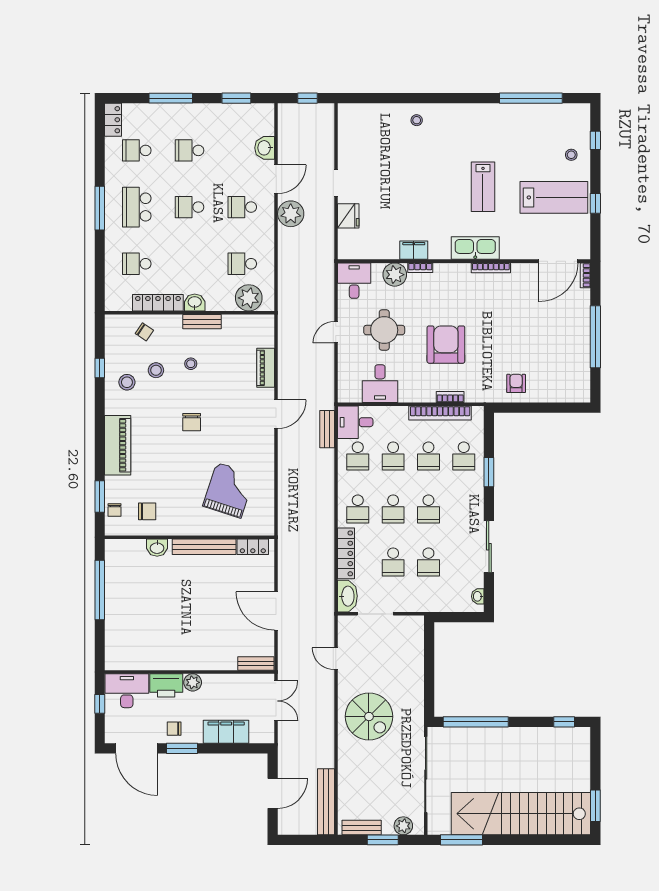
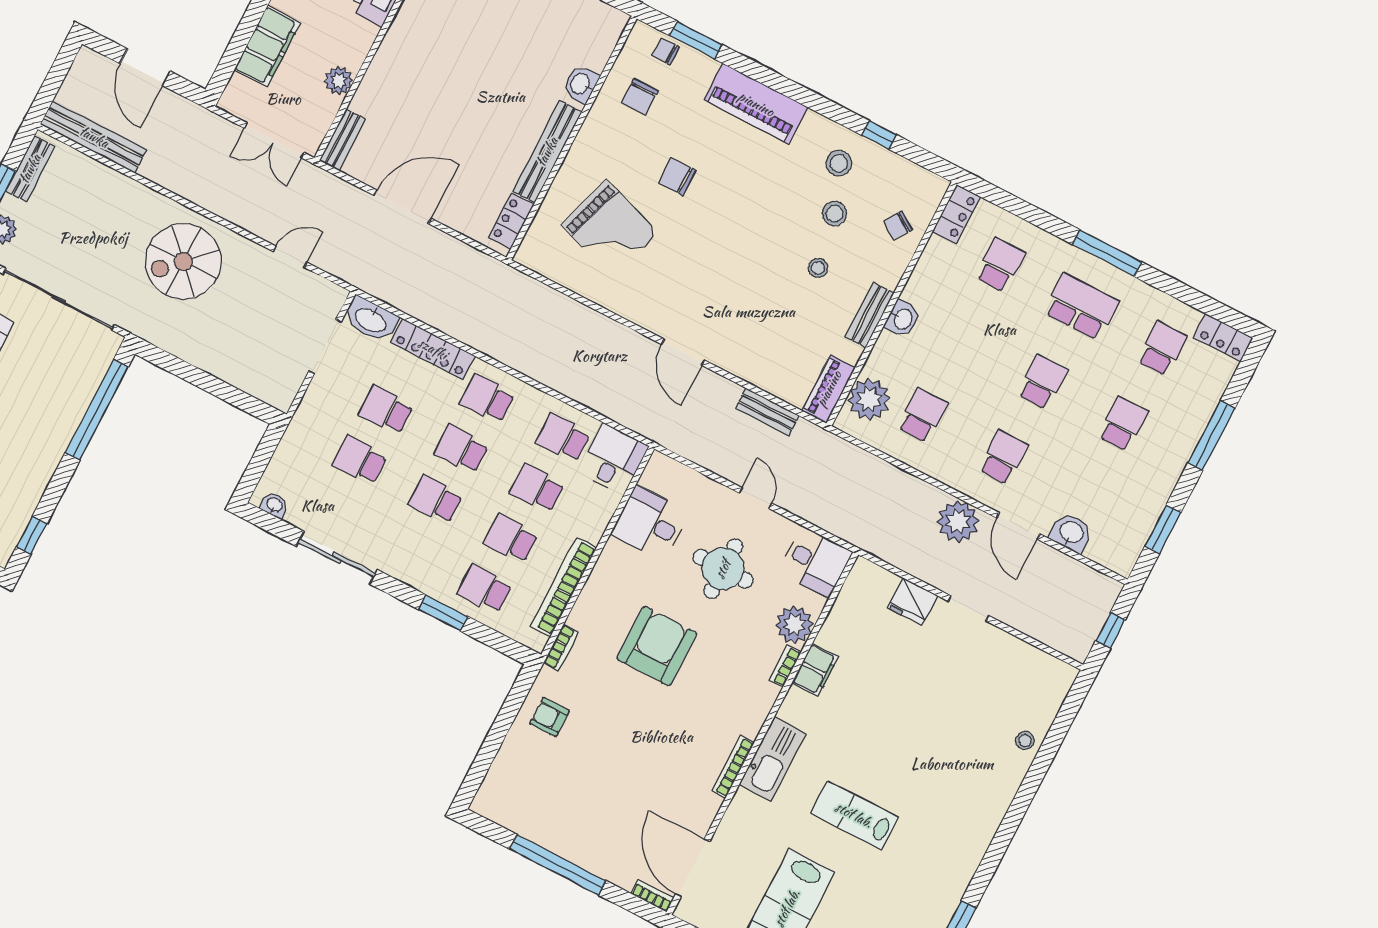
stool: (417, 120) -> (1025, 741), moved
locker: (158, 303) -> (956, 214), moved, width x0.66
armchair: (446, 345) -> (657, 646), turned -90
piano: (266, 368) -> (829, 389), moved, turned -90
armchair: (516, 383) -> (550, 717), turned 180
bookcase: (450, 397) -> (561, 648), moved
chair: (192, 422) -> (677, 177), moved
bench: (327, 429) -> (767, 412), moved
plant: (193, 682) -> (339, 81), moved

